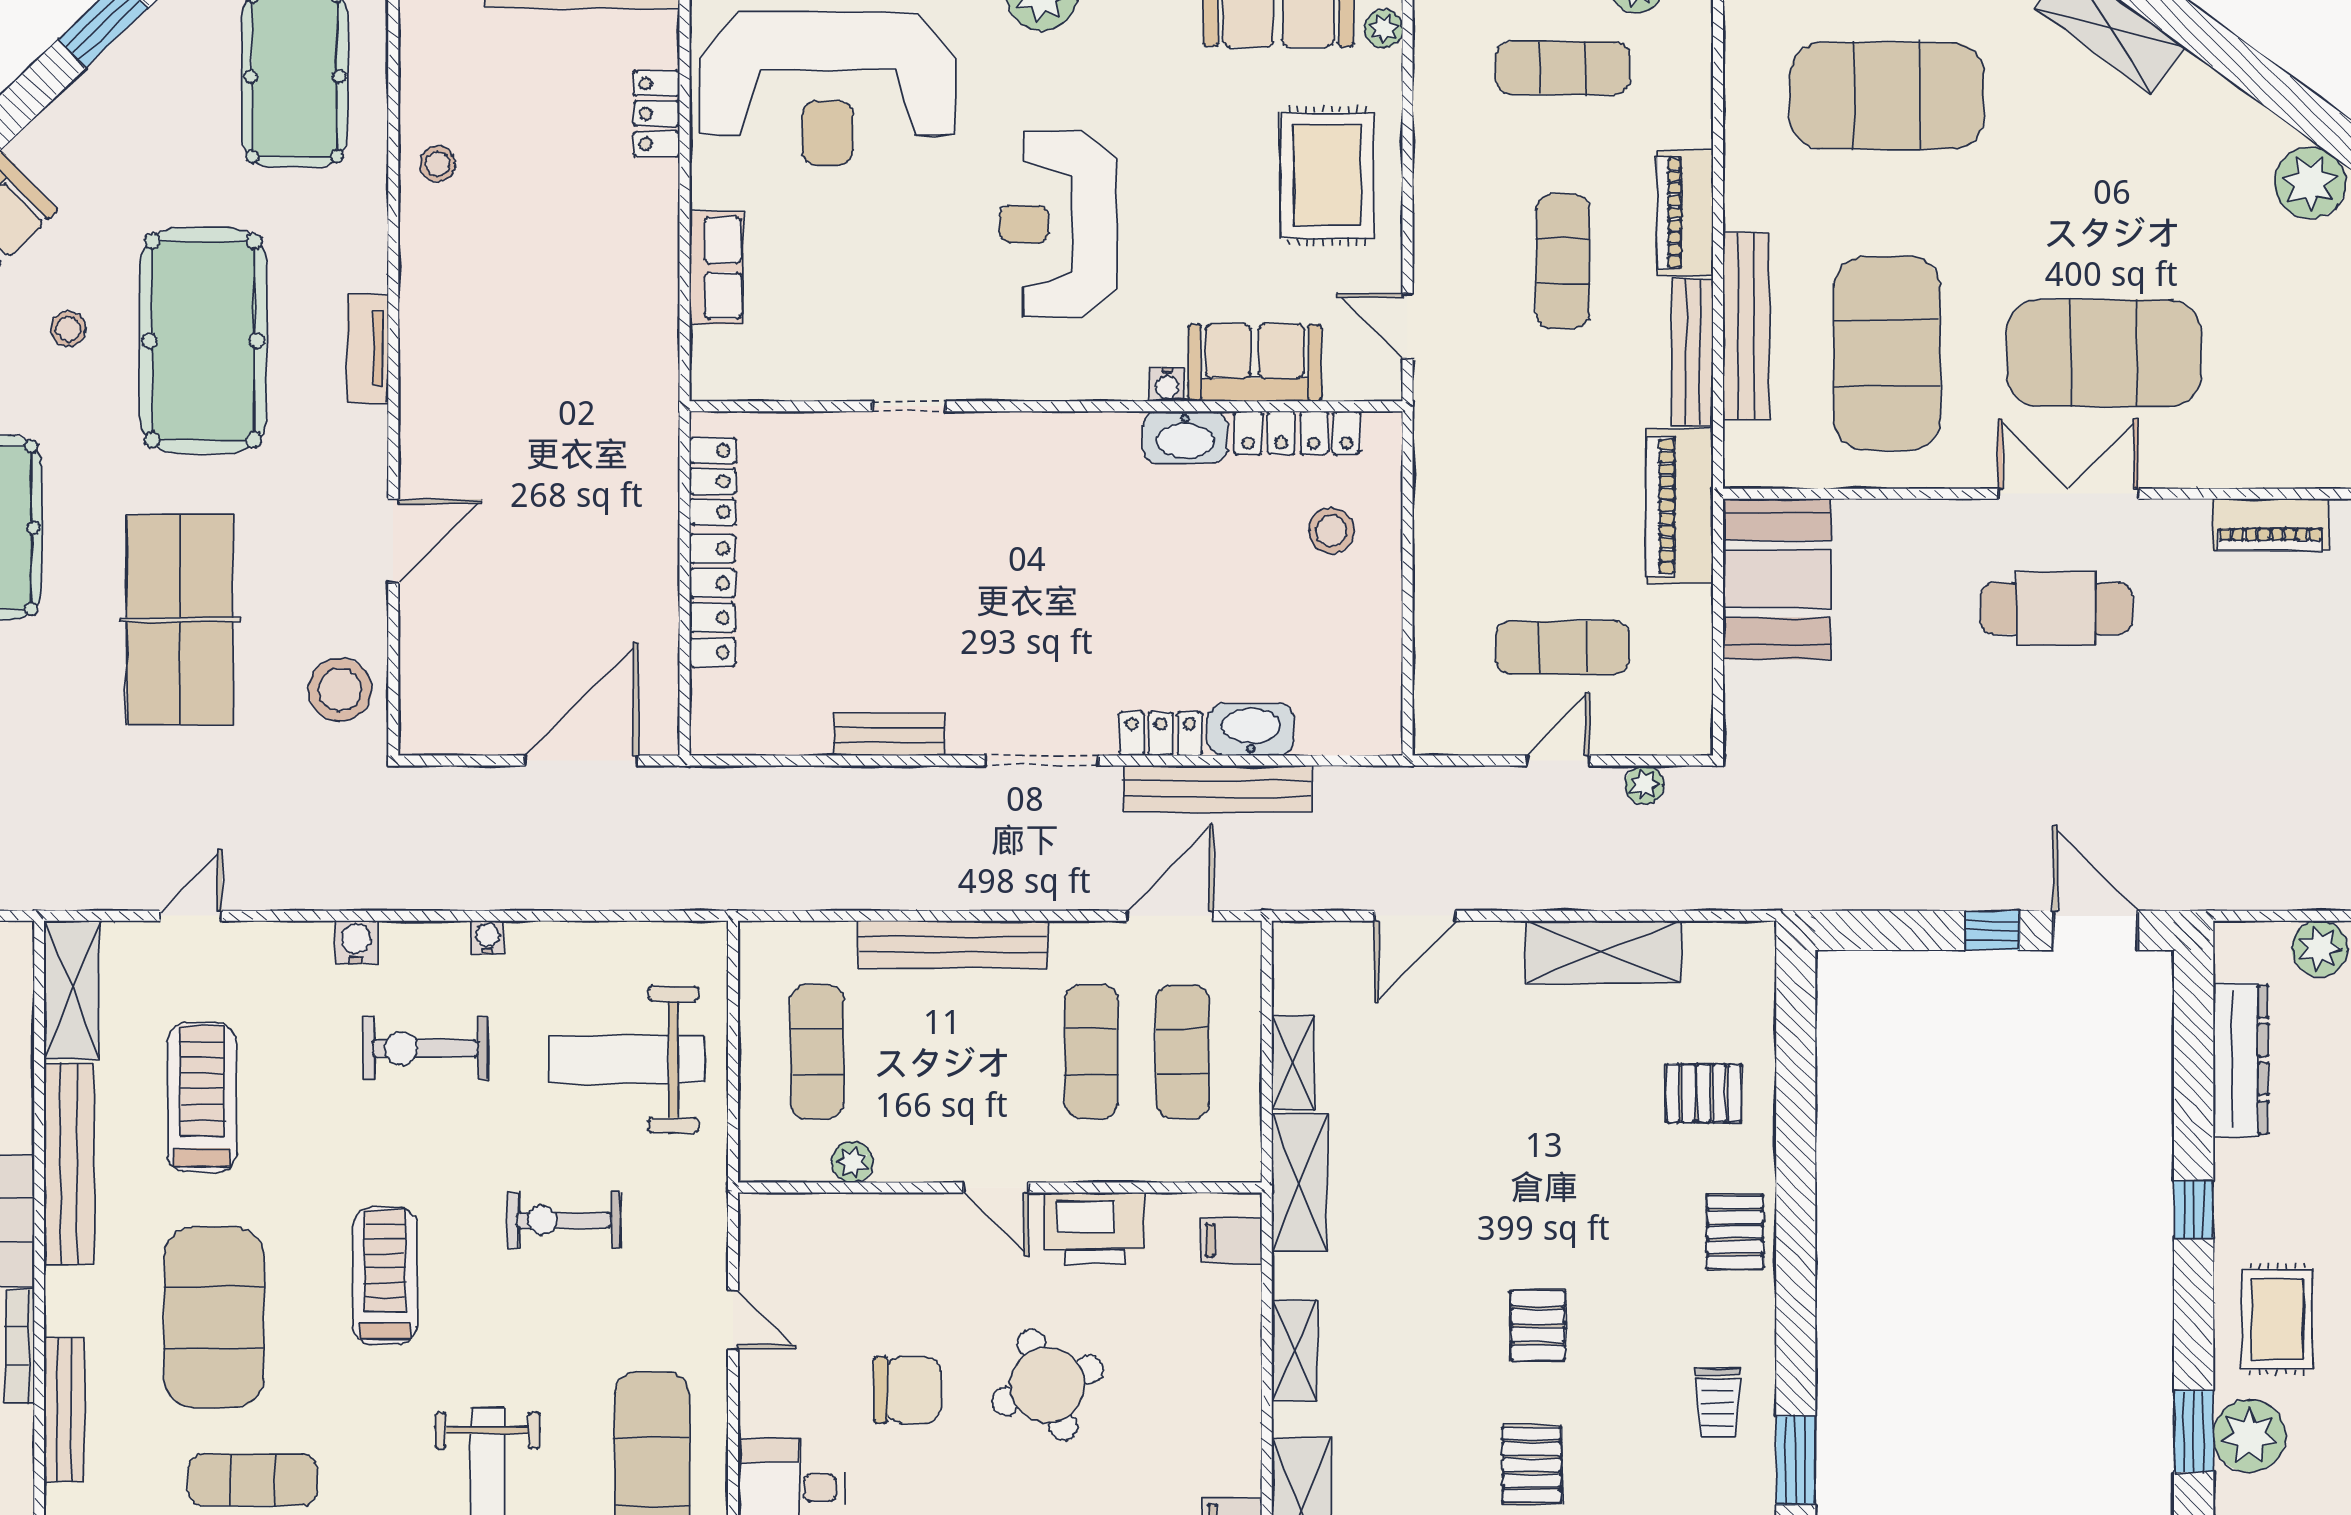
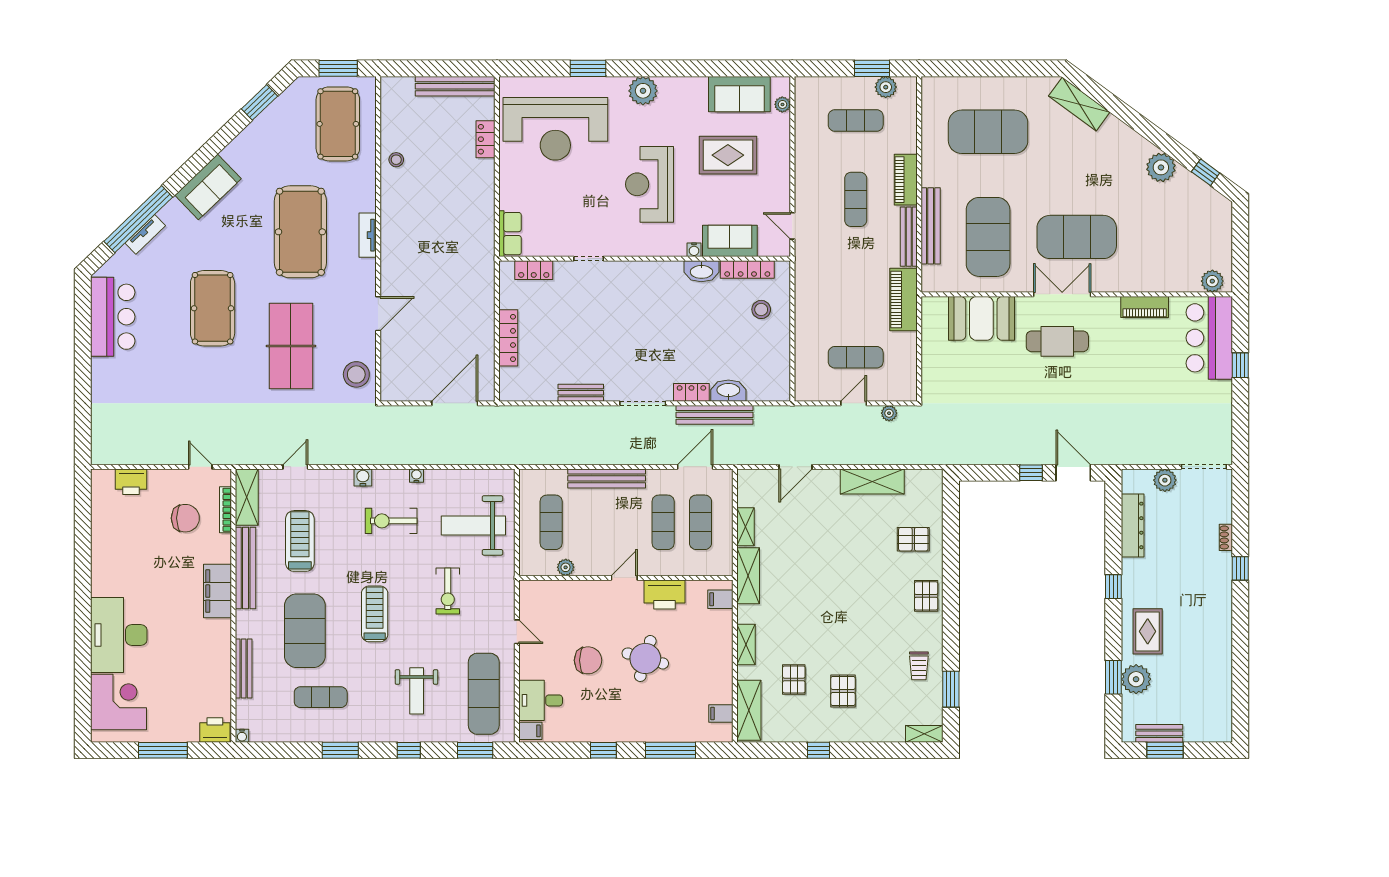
rug: (1327, 175) -> (728, 155), moved, turned 90
row of seats: (716, 268) -> (510, 234), moved
stool: (68, 329) -> (245, 227), removed
locker: (713, 481) -> (534, 270), moved, turned 90
booth: (1777, 579) -> (981, 318), moved, turned 90
door: (996, 1188) -> (624, 578), swing flipped
exercise bike: (564, 1220) -> (448, 591), turned -90
pallet: (1538, 1326) -> (794, 679), moved
bookcase: (20, 1346) -> (225, 510), moved
round table: (1048, 1385) -> (645, 658), turned 37

